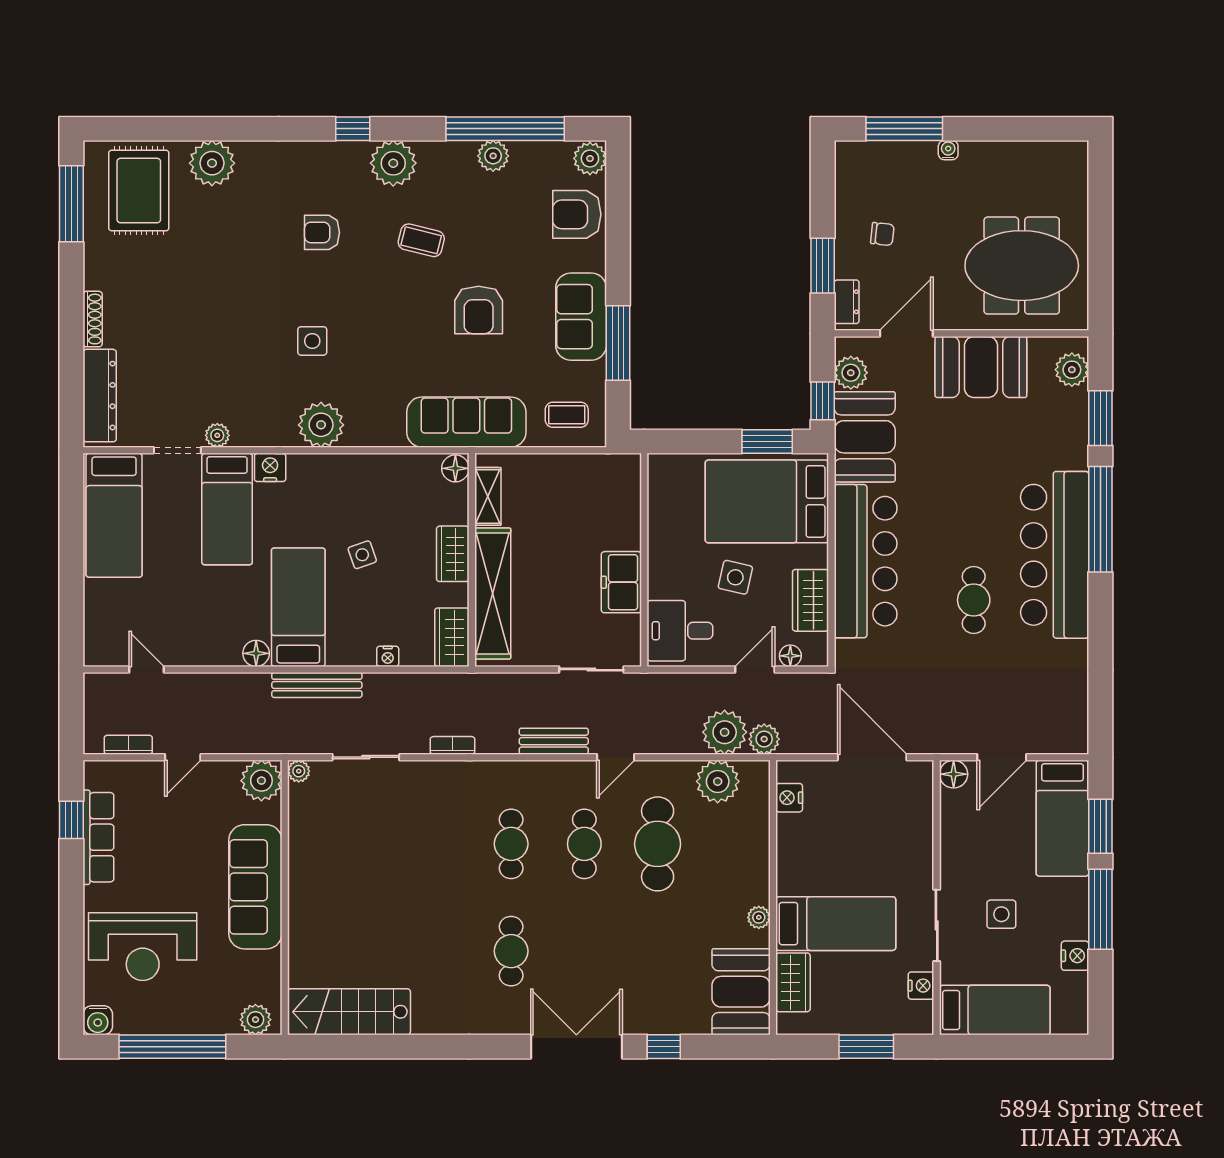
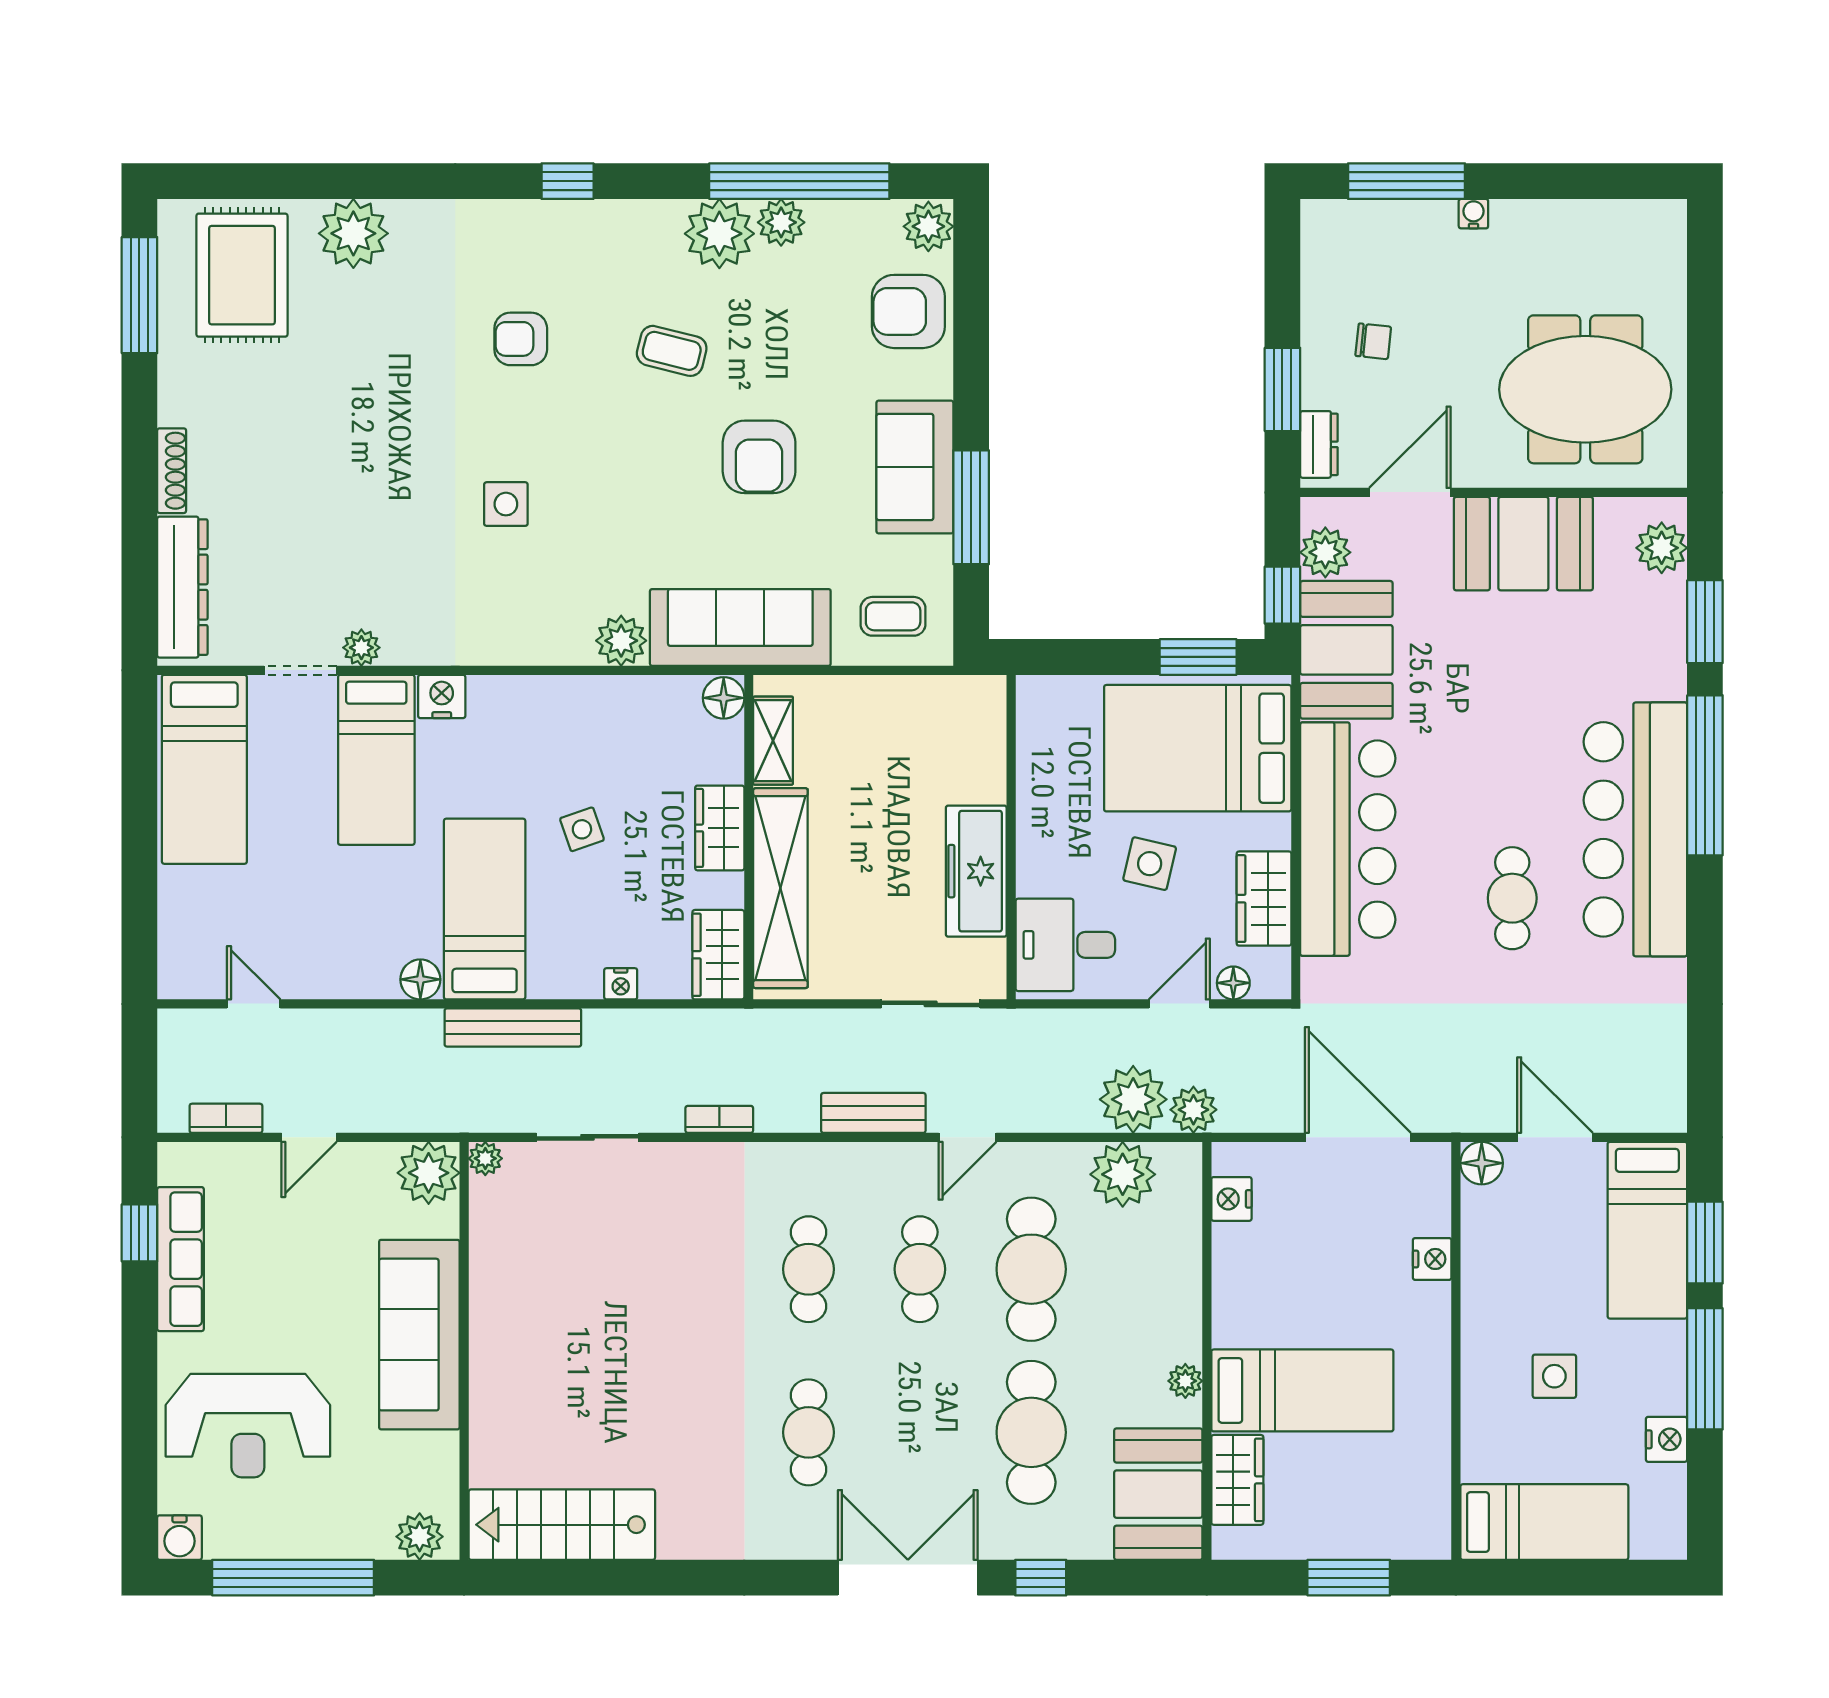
plant: (393, 163) -> (719, 234), moved
plant: (321, 425) -> (621, 641), moved, width x0.73, depth x0.73
freezer: (621, 582) -> (976, 871), width x1.40
door: (1002, 757) -> (1555, 1137), swing flipped
sliding door: (937, 925) -> (1456, 1393), removed
cafe table: (658, 951) -> (1031, 1432), added
nightstand: (921, 986) -> (1432, 1259), moved

